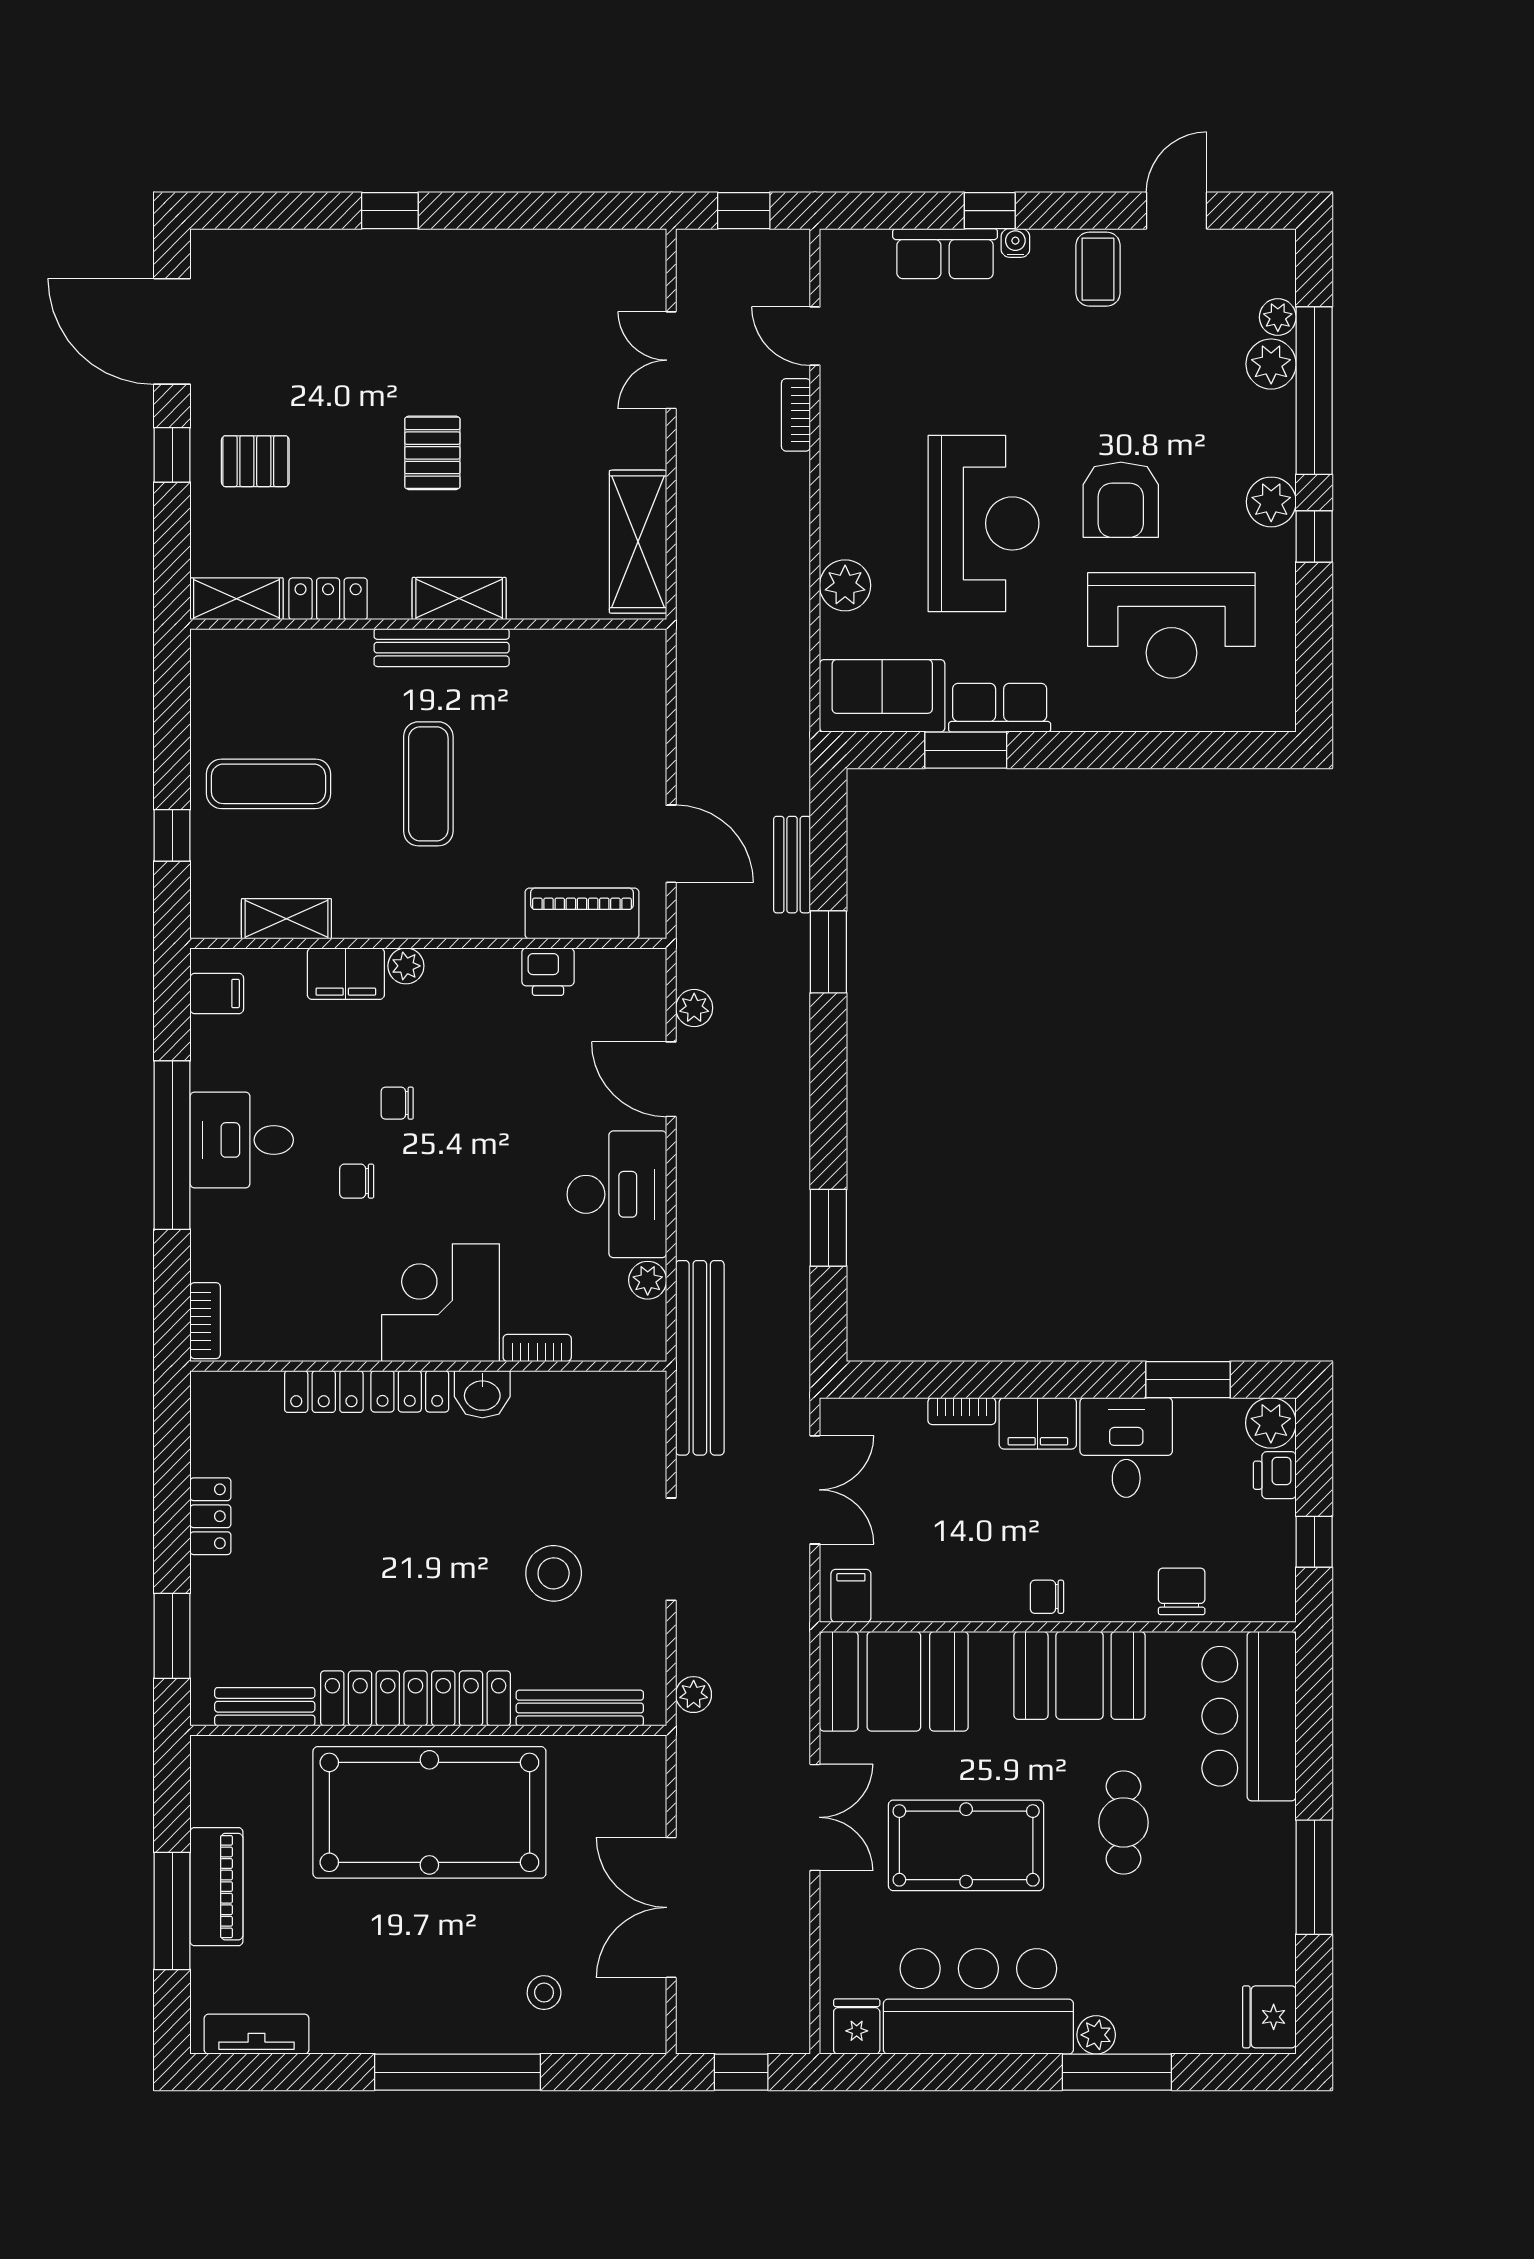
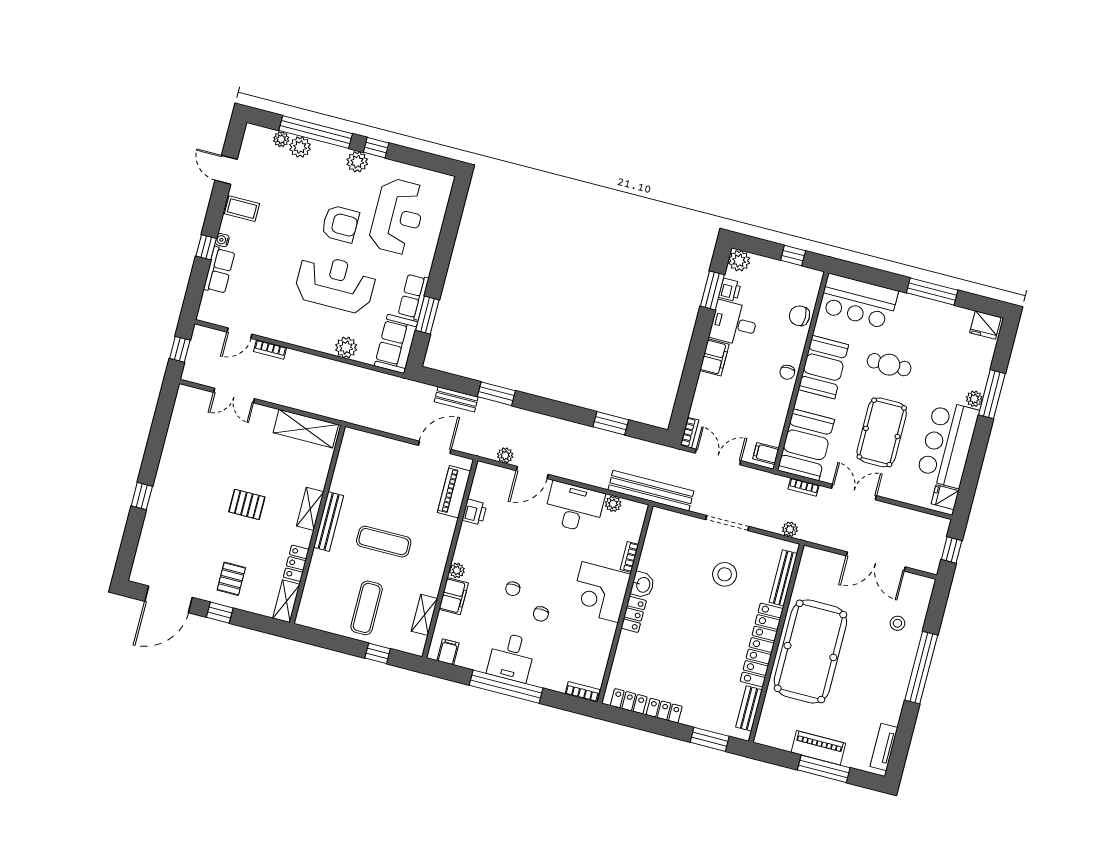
locker: (324, 1392) -> (629, 701), moved, turned -90
bookcase: (962, 1411) -> (689, 433), moved
printer: (1275, 1475) -> (730, 290), moved, turned -90
bookcase: (797, 1701) -> (804, 487), added

